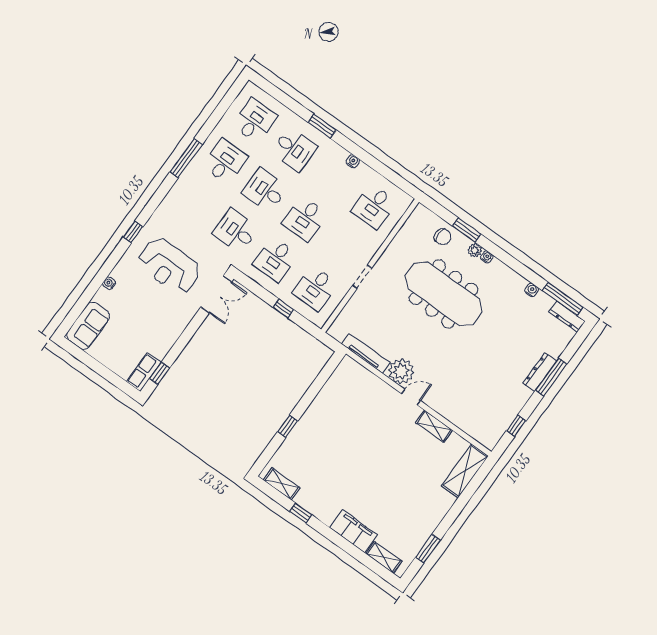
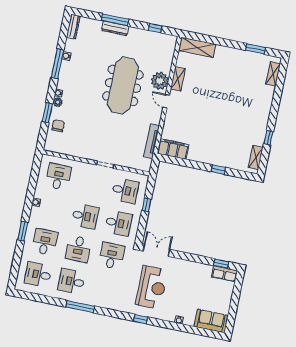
desk: (374, 207) -> (58, 177), turned -90
desk: (236, 231) -> (112, 256), turned 180
meeting table: (444, 294) -> (123, 85), moved
window: (563, 299) -> (57, 64), moved
plant: (401, 371) -> (160, 81), moved
filing cabinet: (353, 531) -> (173, 149), moved, turned 90

